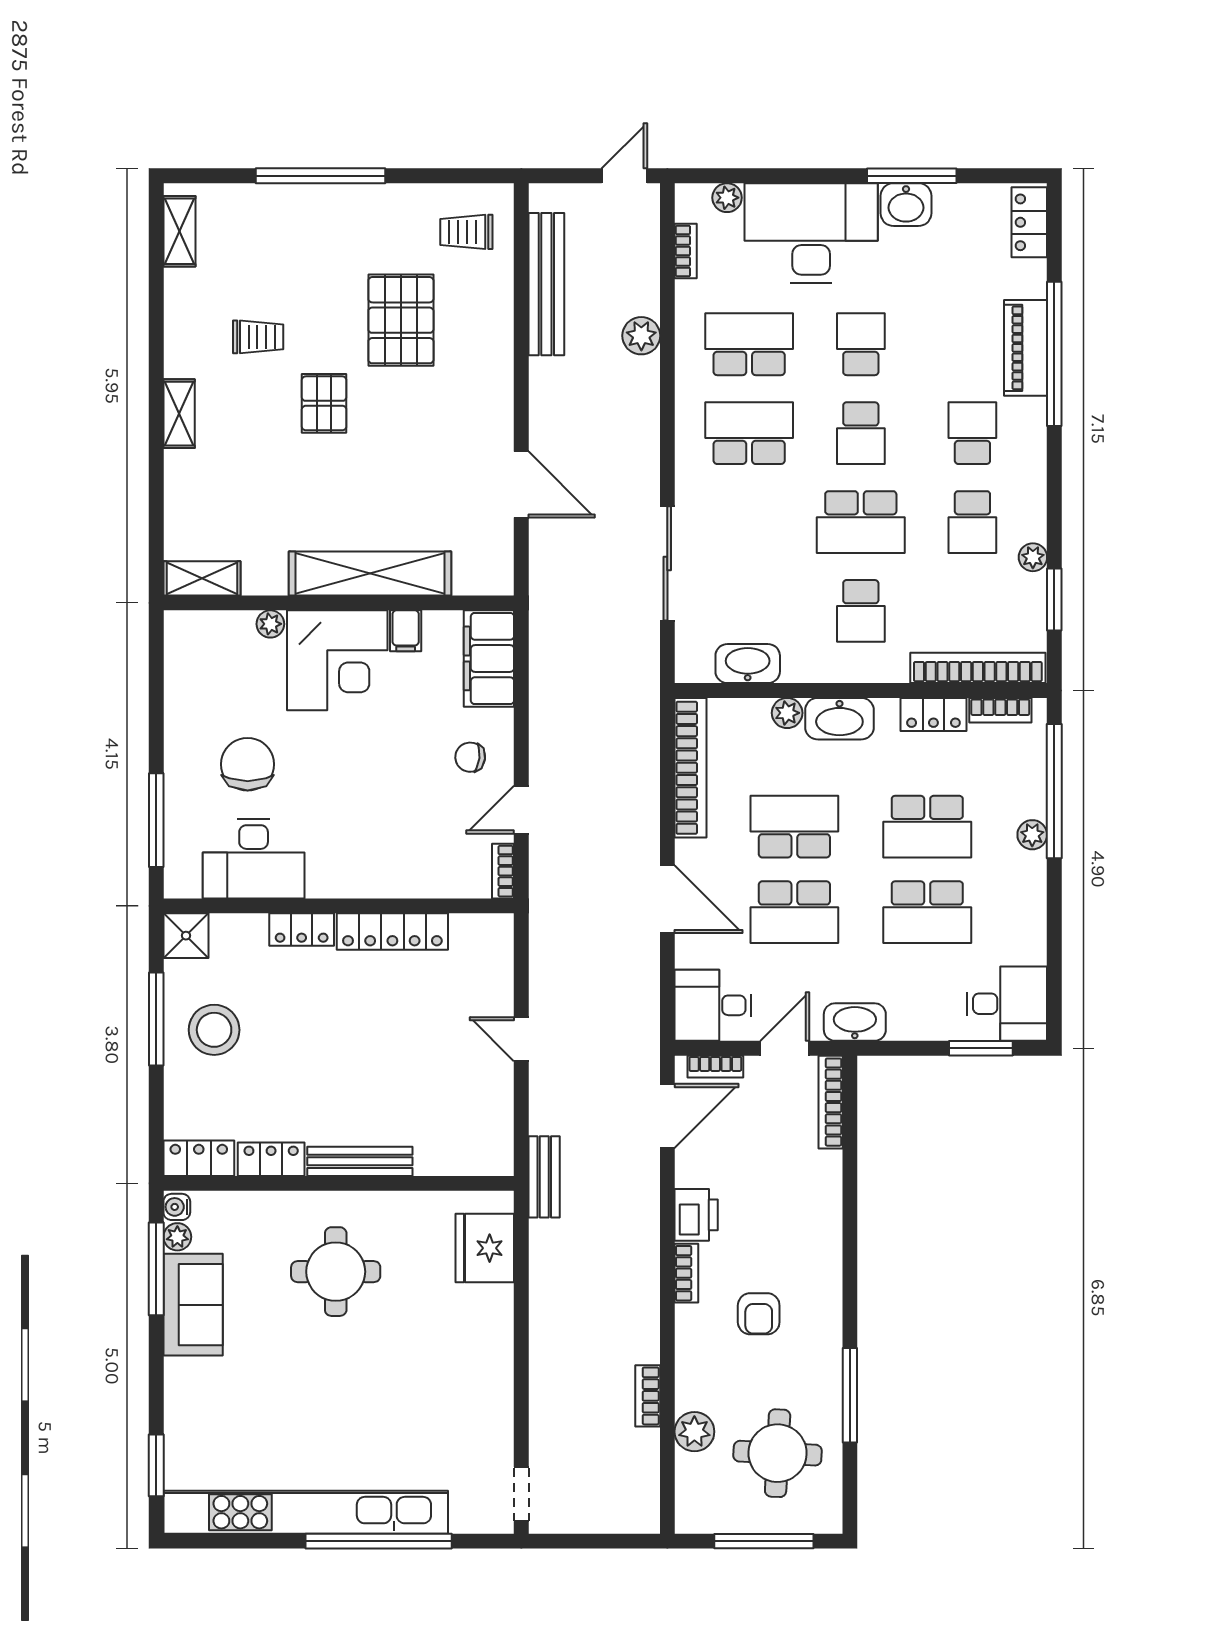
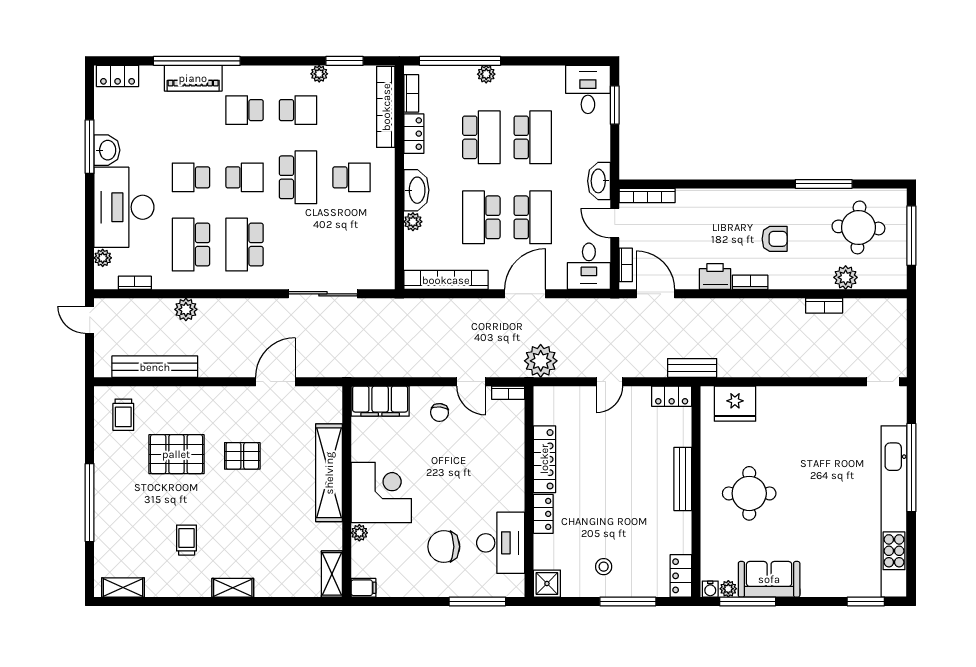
pallet: (324, 403) -> (242, 456), moved
filing cabinet: (406, 631) -> (363, 588), moved
washbasin: (748, 664) -> (383, 245), removed
plant: (556, 925) -> (541, 361), added
window: (156, 1019) -> (628, 601), moved
stool: (214, 1030) -> (604, 567), width x0.53, depth x0.53
locker: (271, 1159) -> (672, 396), moved, turned -90

